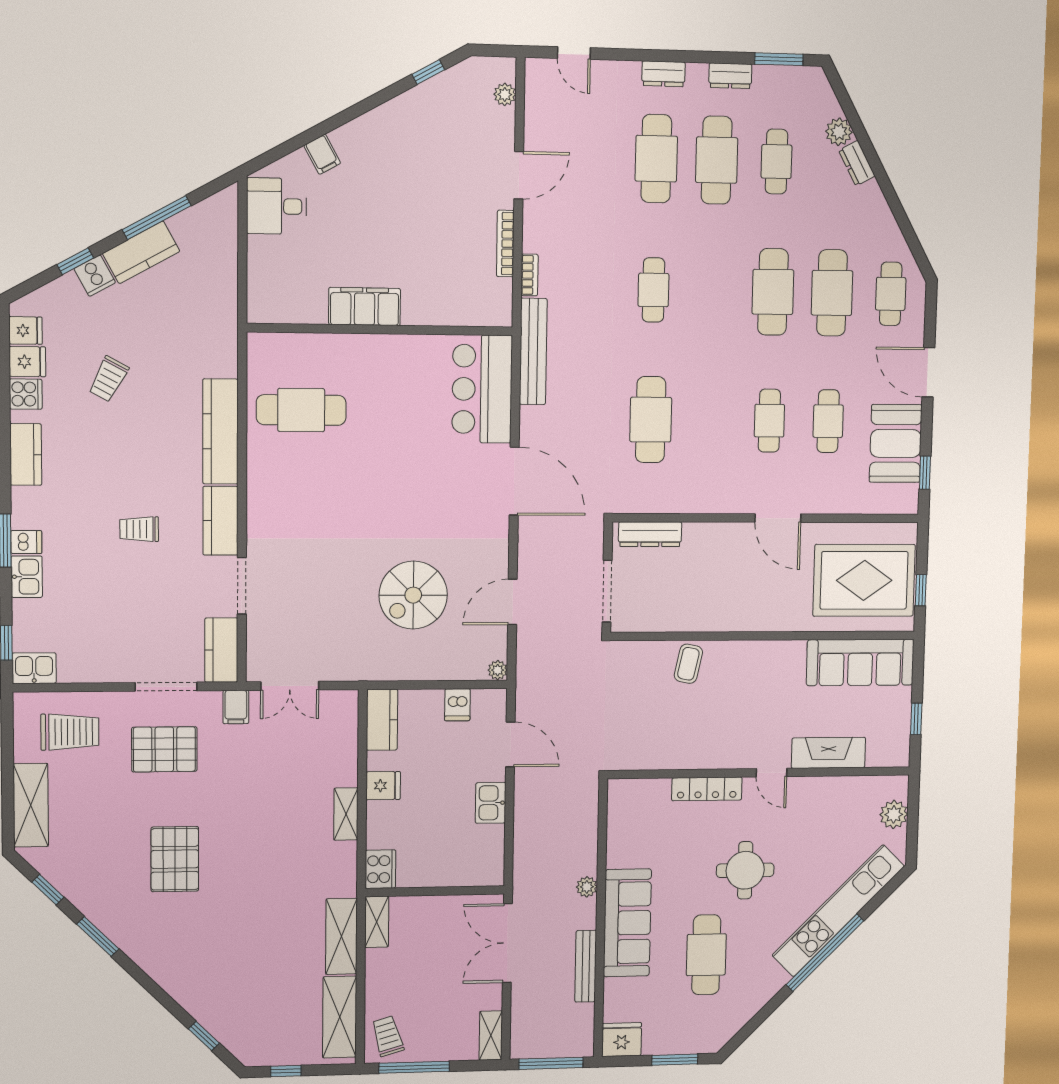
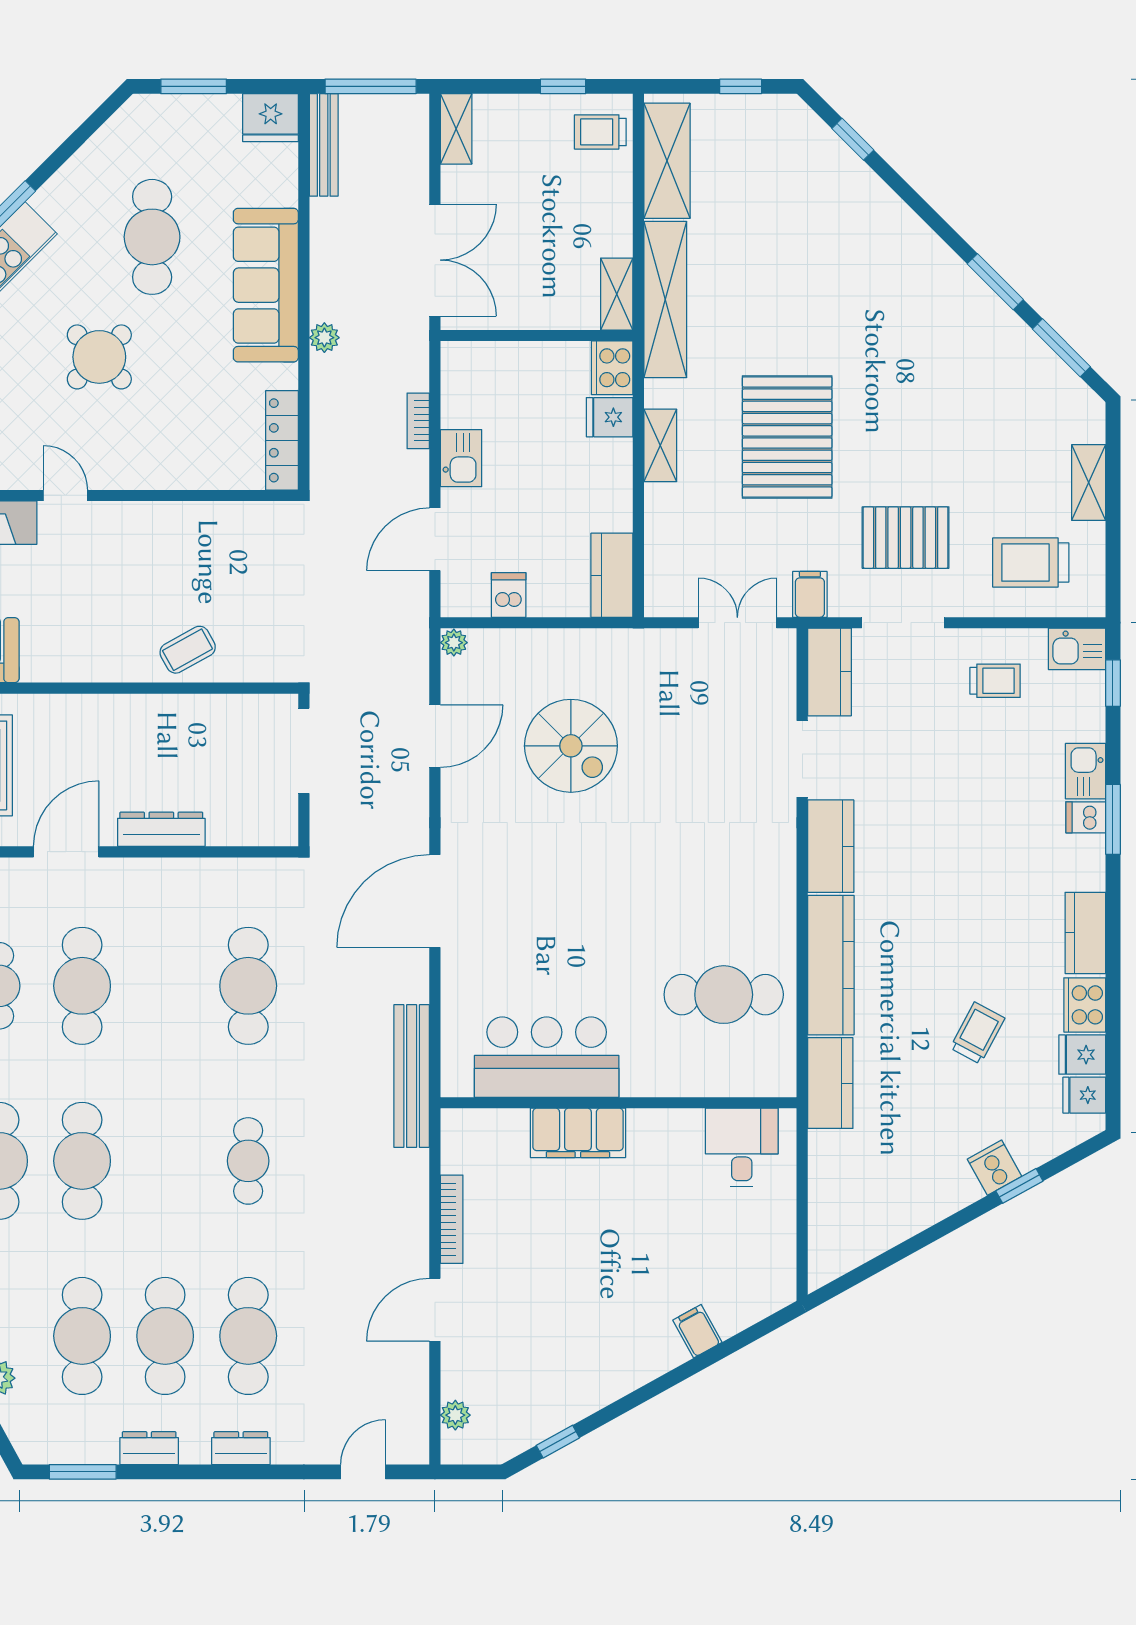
door: (574, 53) -> (363, 1472), hinge flipped
cafe table: (776, 162) -> (82, 1336), width x1.37, depth x1.35
desk: (277, 206) -> (742, 1148), moved, turned -90
window: (157, 218) -> (914, 1244), removed
kitchen counter: (141, 252) -> (830, 1083), moved, turned 119
bookcase: (530, 275) -> (418, 421), moved
filing cabinet: (365, 306) -> (578, 1133), moved
bar counter: (482, 389) -> (547, 1057), moved, turned -90
cooker: (26, 394) -> (1085, 1005), width x1.36
cafe table: (769, 421) -> (82, 986), width x1.37, depth x1.35
door: (514, 481) -> (435, 901), hinge flipped
door: (778, 518) -> (66, 852), hinge flipped
trolley: (139, 529) -> (995, 681), moved
dresser: (650, 534) -> (161, 829), moved
spiral stairs: (413, 595) -> (571, 746), turned 90
coffee table: (688, 664) -> (188, 650), turned 49
door: (510, 744) -> (435, 539), hinge flipped
fridge: (383, 786) -> (610, 417), moved
locker: (707, 789) -> (282, 440), moved, turned -90
shelving: (31, 805) -> (1089, 483), width x0.67, depth x0.75
pallet: (175, 859) -> (787, 437), moved, width x1.37, depth x1.41
round table: (745, 870) -> (99, 357), turned 45
window: (48, 890) -> (1061, 348), width x1.50
shelving: (341, 936) -> (665, 300), width x1.47
bench: (586, 966) -> (324, 145), moved
trolley: (388, 1036) -> (600, 132), turned 106
window: (414, 1067) -> (563, 86), width x0.46

